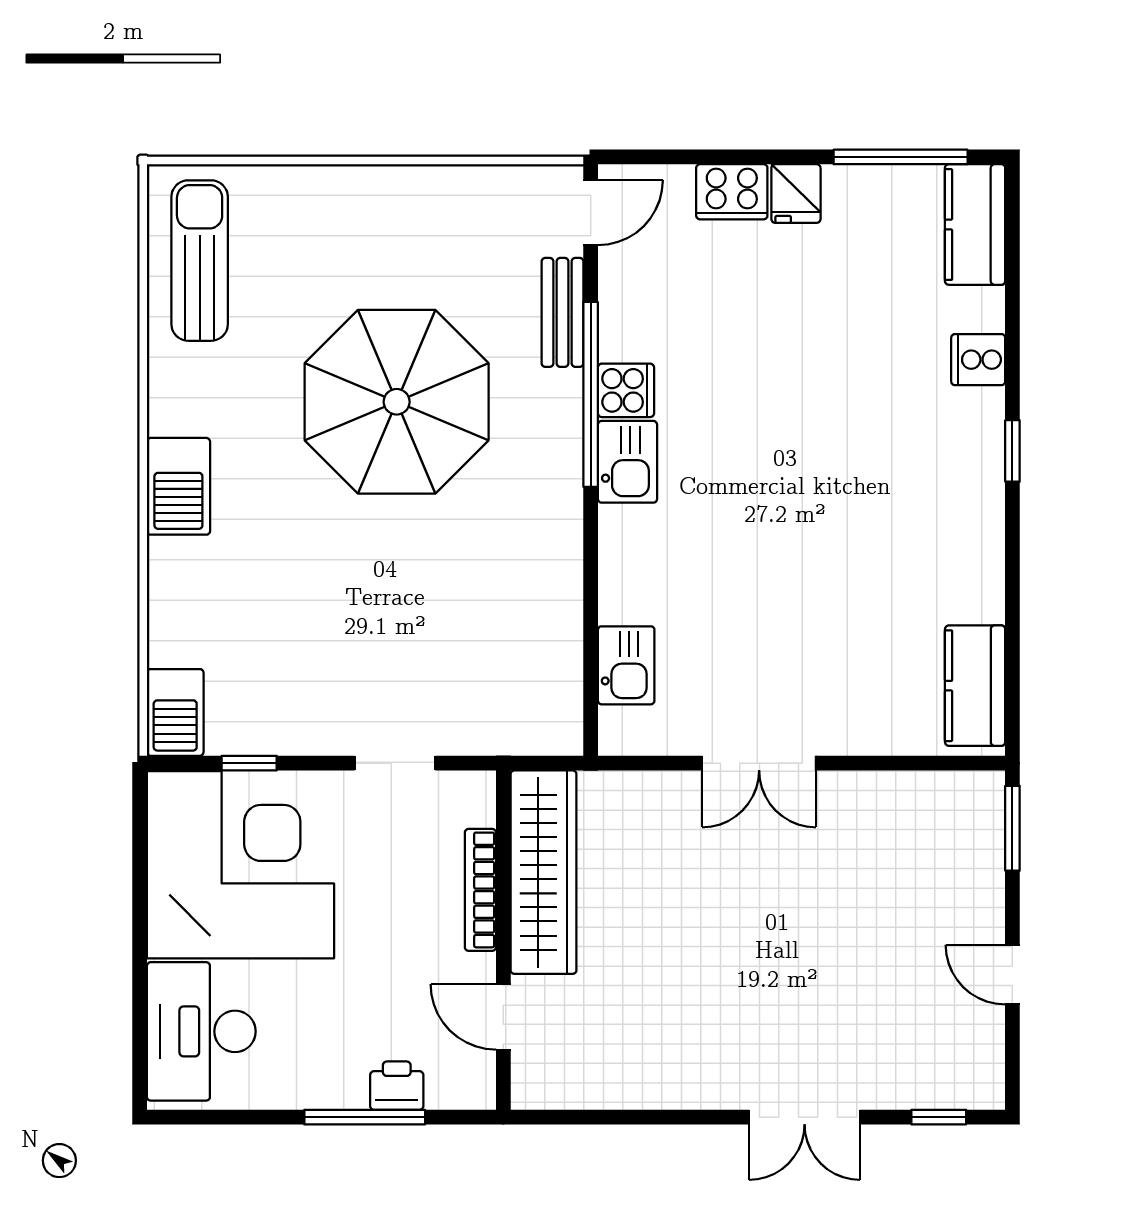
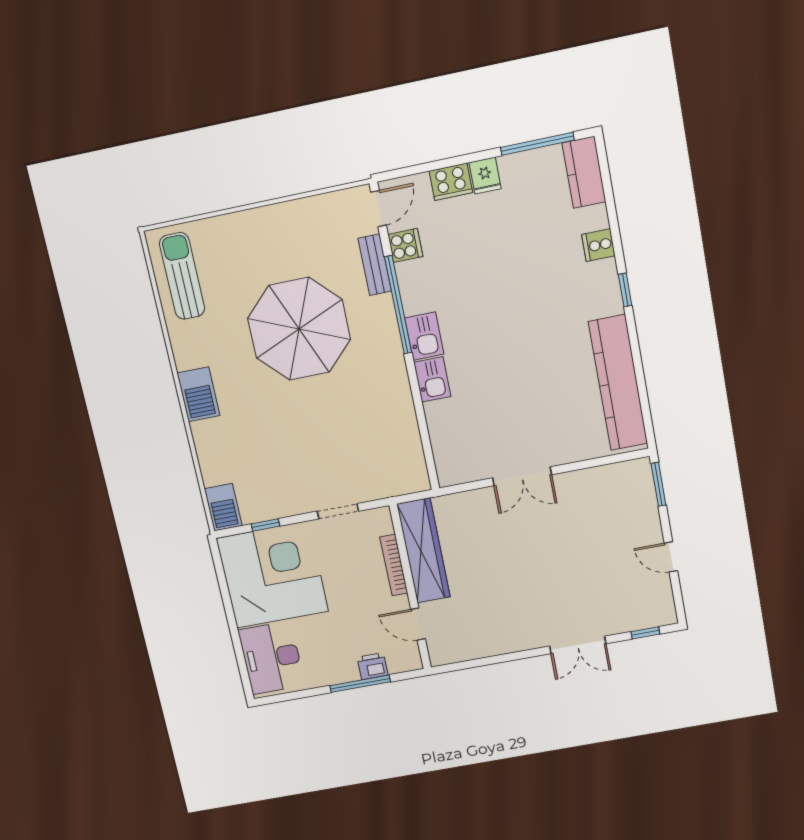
cooker: (626, 390) -> (405, 245), moved
kitchen sink: (626, 665) -> (432, 379), moved
kitchen counter: (975, 686) -> (618, 383), width x2.08, depth x1.17

